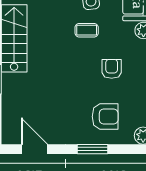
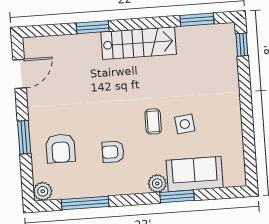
armchair: (112, 69) -> (113, 152), turned 180

